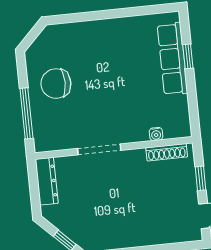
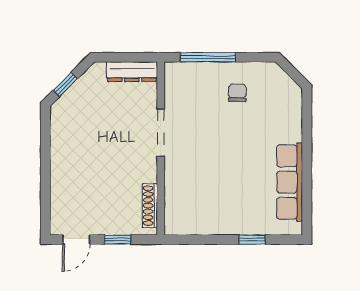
row of seats: (172, 59) -> (290, 182), moved, turned -90
chair: (56, 84) -> (237, 93), width x0.54, depth x0.54
water cooler: (156, 134) -> (171, 196), removed

